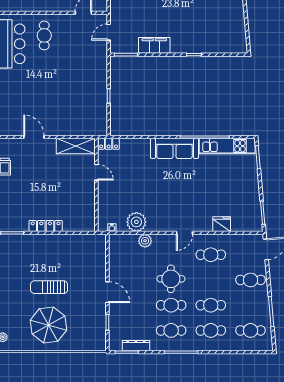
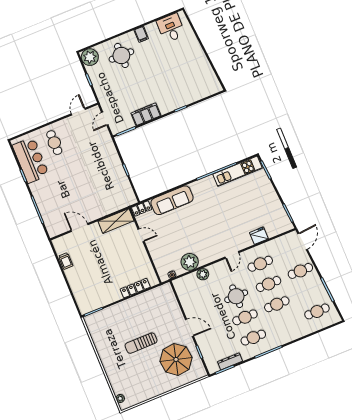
sofa: (174, 148) -> (172, 200), moved
locker: (46, 226) -> (135, 288), moved
parasol: (49, 325) -> (176, 359), moved
cafe table: (211, 330) -> (269, 284), moved

